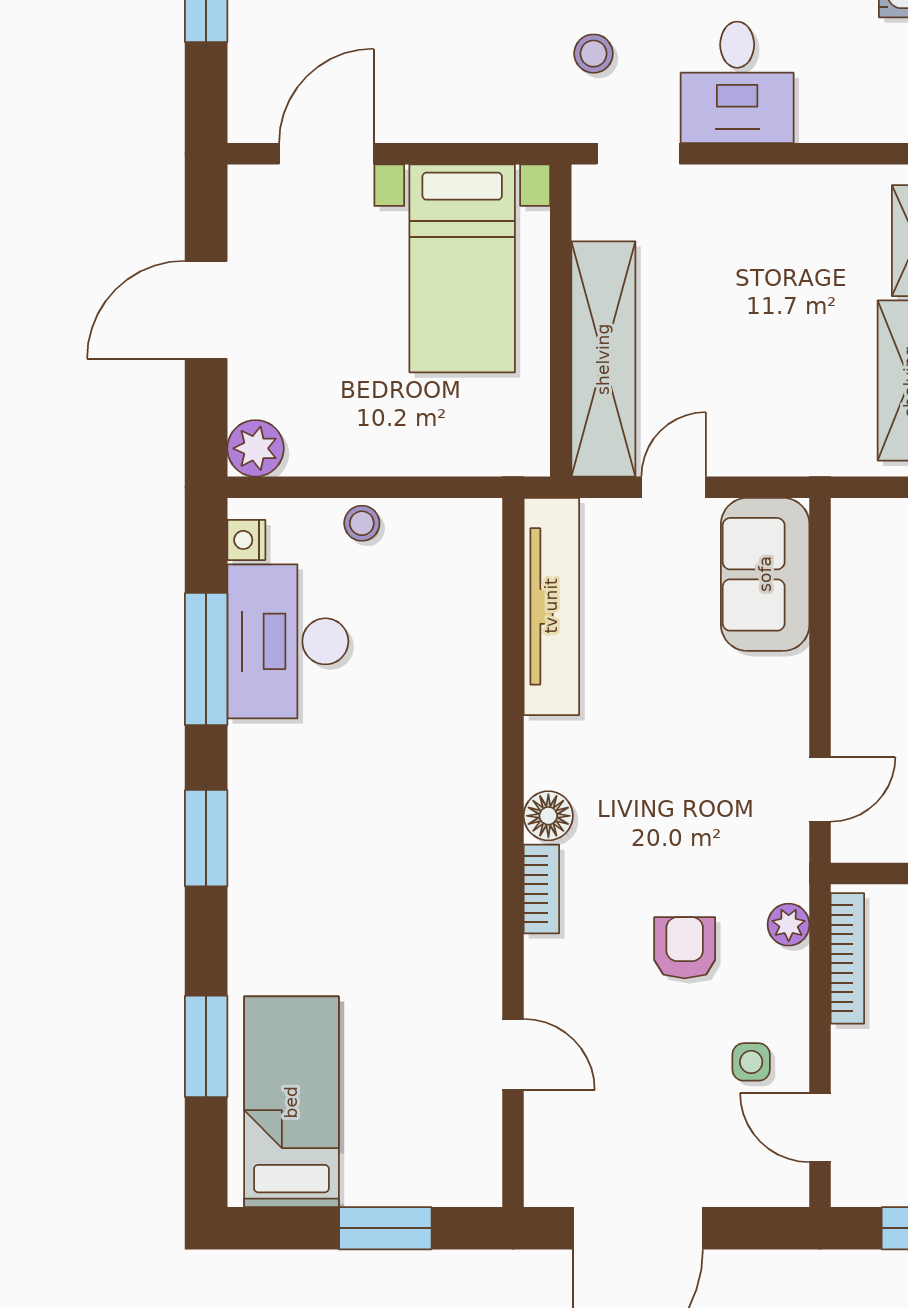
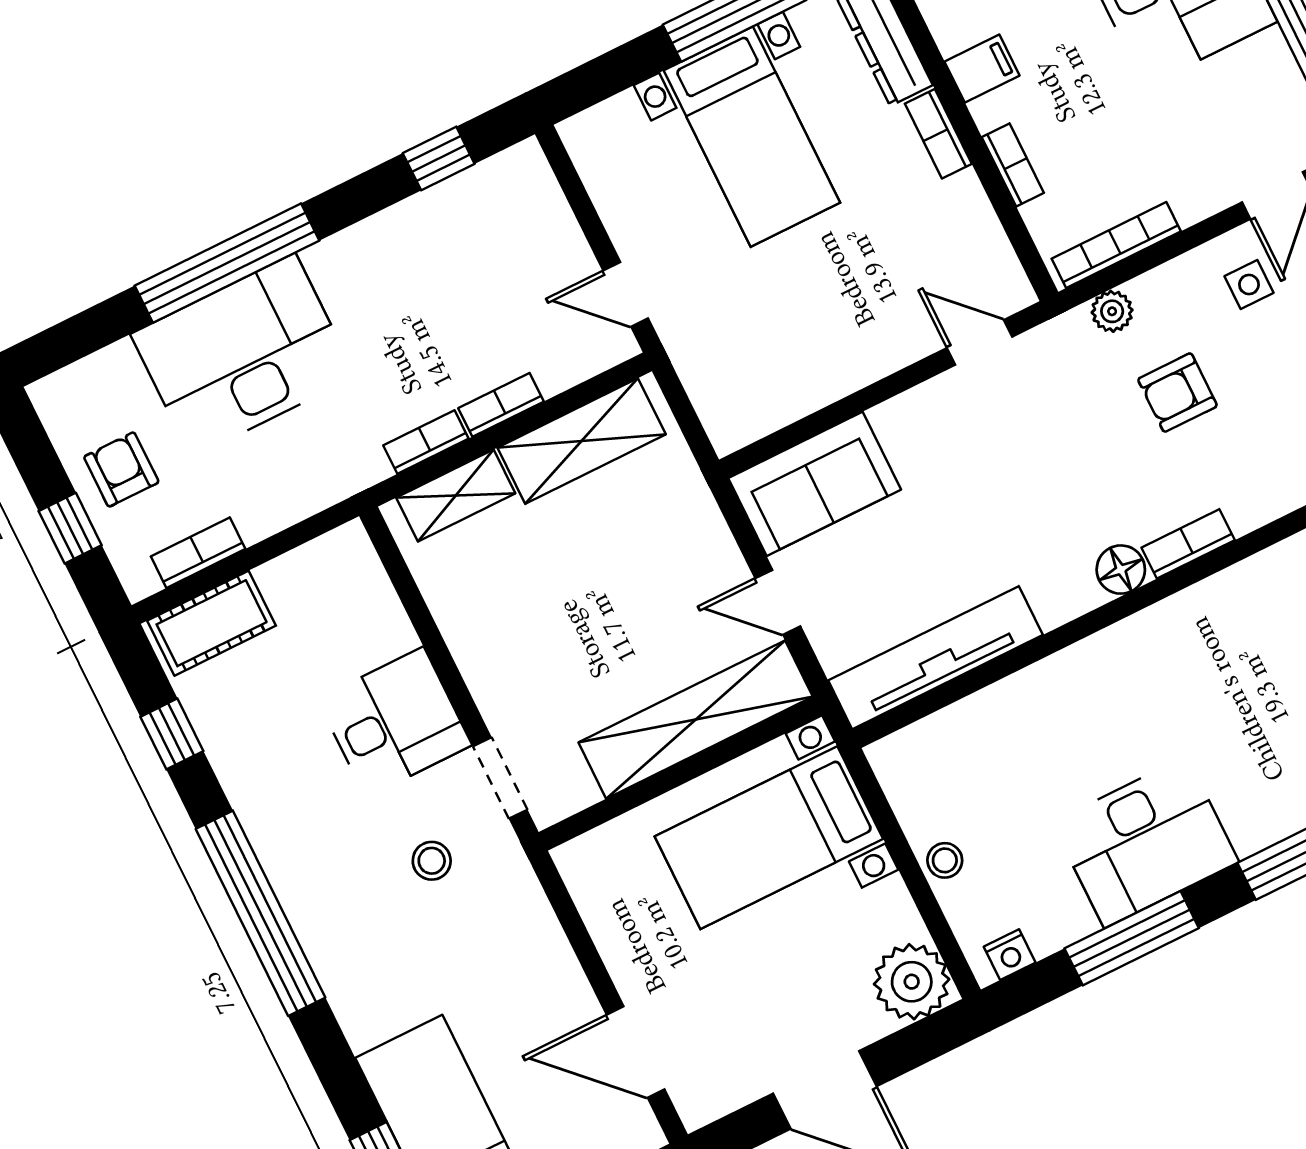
bed with nightstands: (462, 268) -> (769, 838), moved, turned 180
plant: (256, 448) -> (912, 982), width x1.36, depth x1.36
desk: (288, 641) -> (1145, 842), moved

